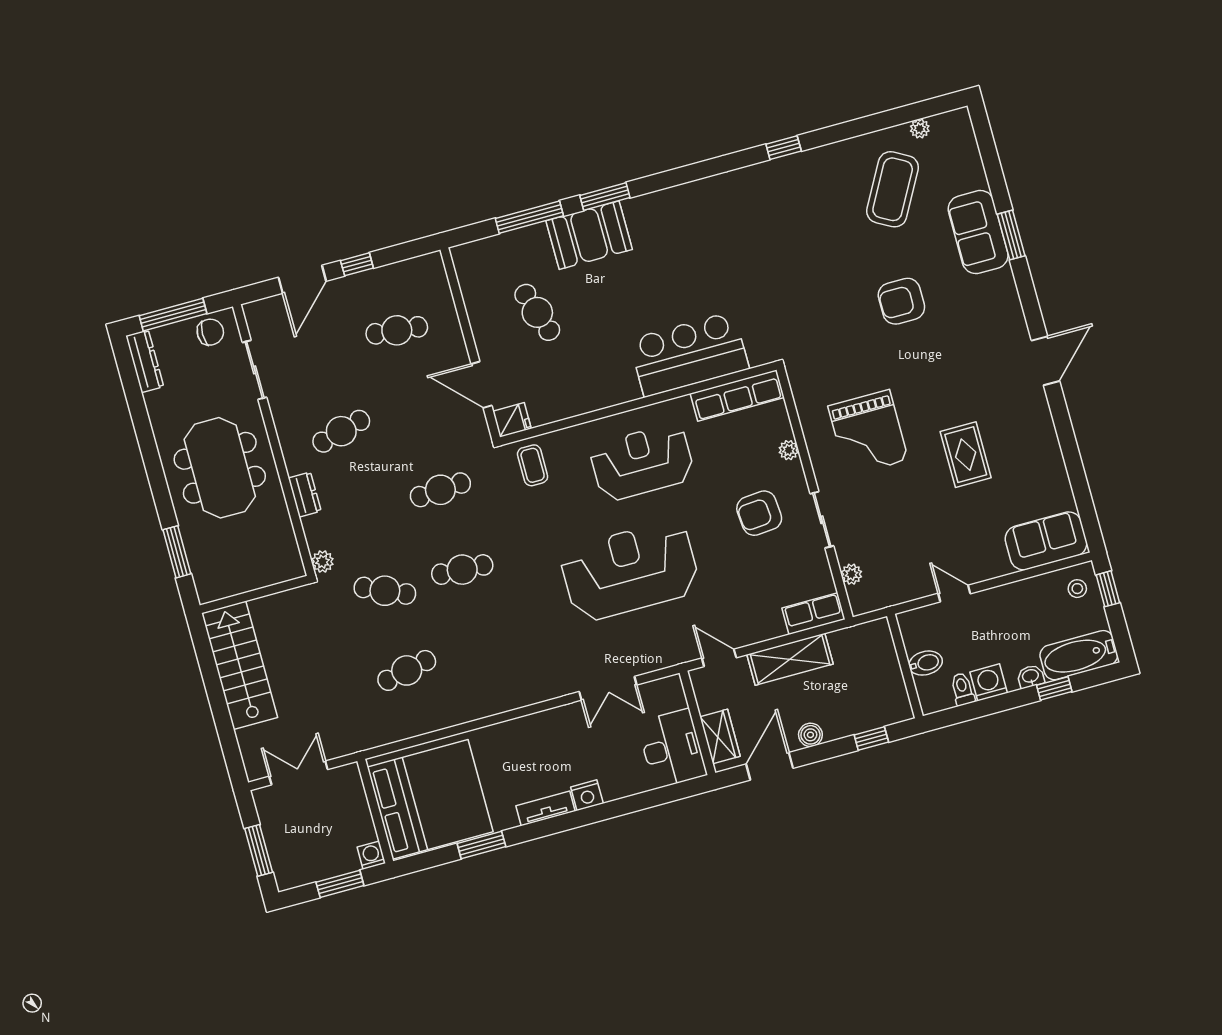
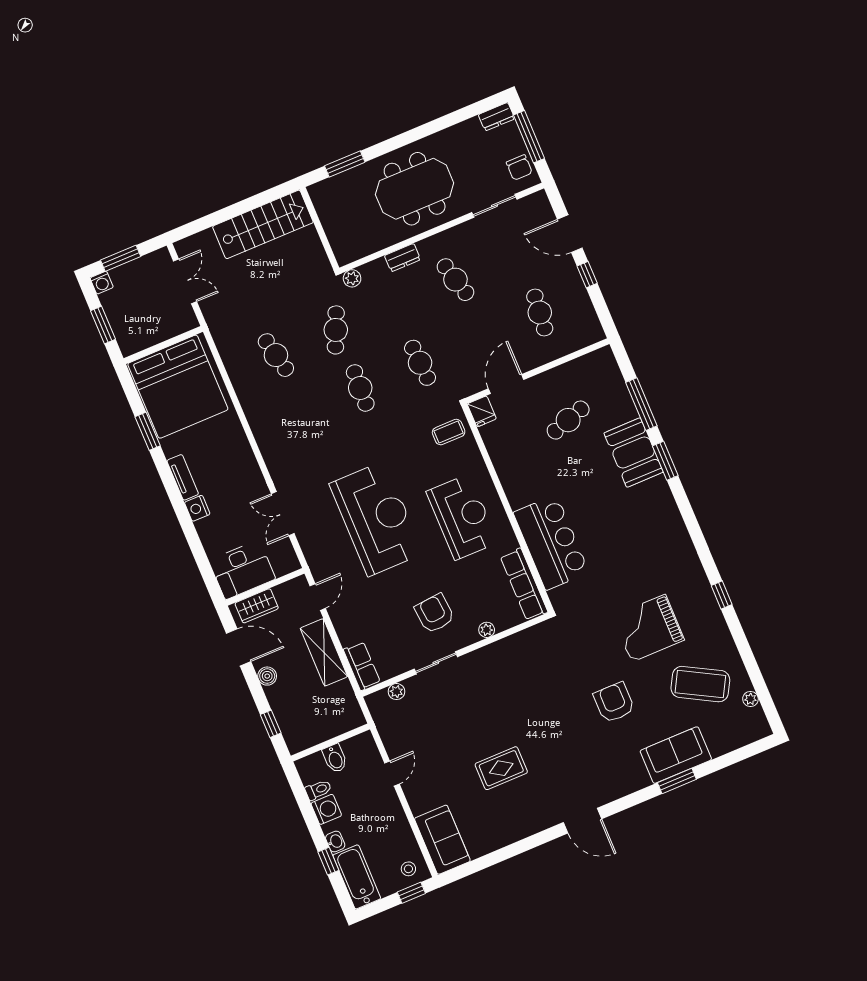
dresser: (145, 361) -> (496, 117), width x0.70
grand piano: (868, 433) -> (648, 628), moved
washing machine: (371, 855) -> (102, 283), moved, turned 90

